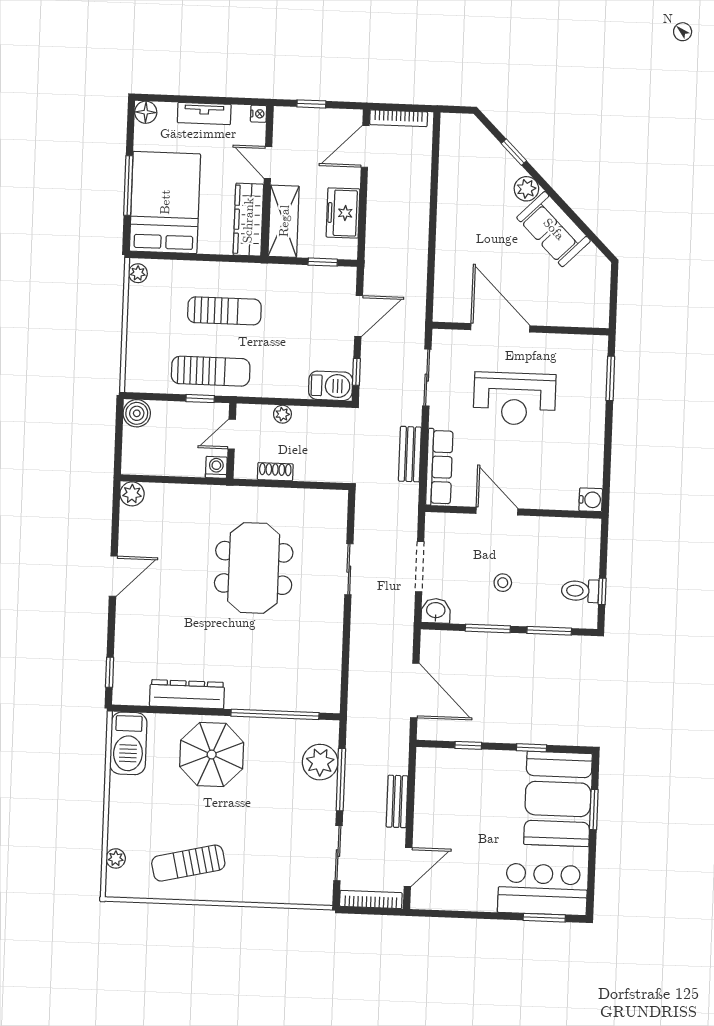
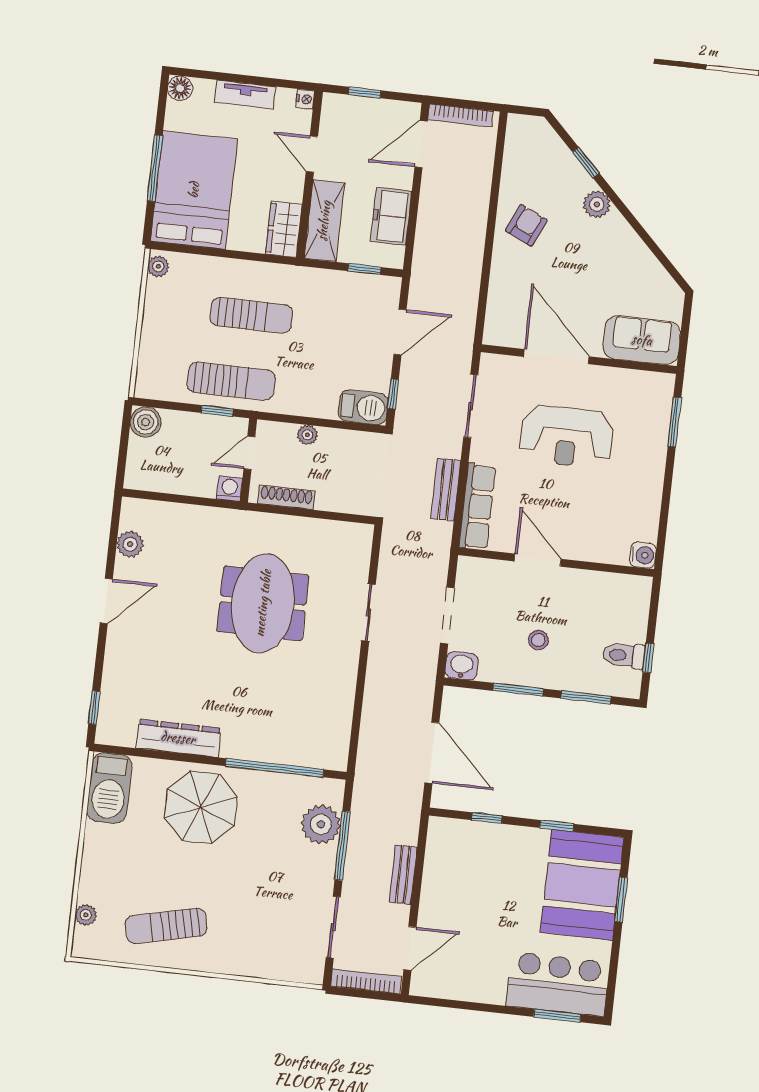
armchair: (465, 212) -> (526, 225), added
wardrobe: (248, 220) -> (284, 229), width x0.67
sofa: (554, 229) -> (642, 340), moved, turned 135
shoe rack: (275, 472) -> (286, 497), width x1.43
plant: (132, 494) -> (130, 544), moved

